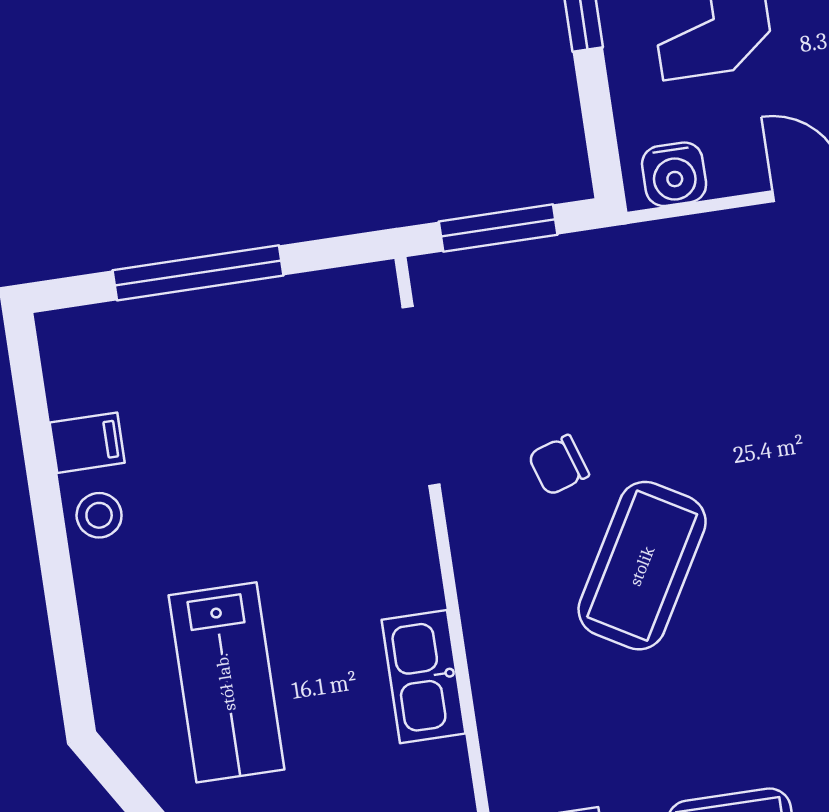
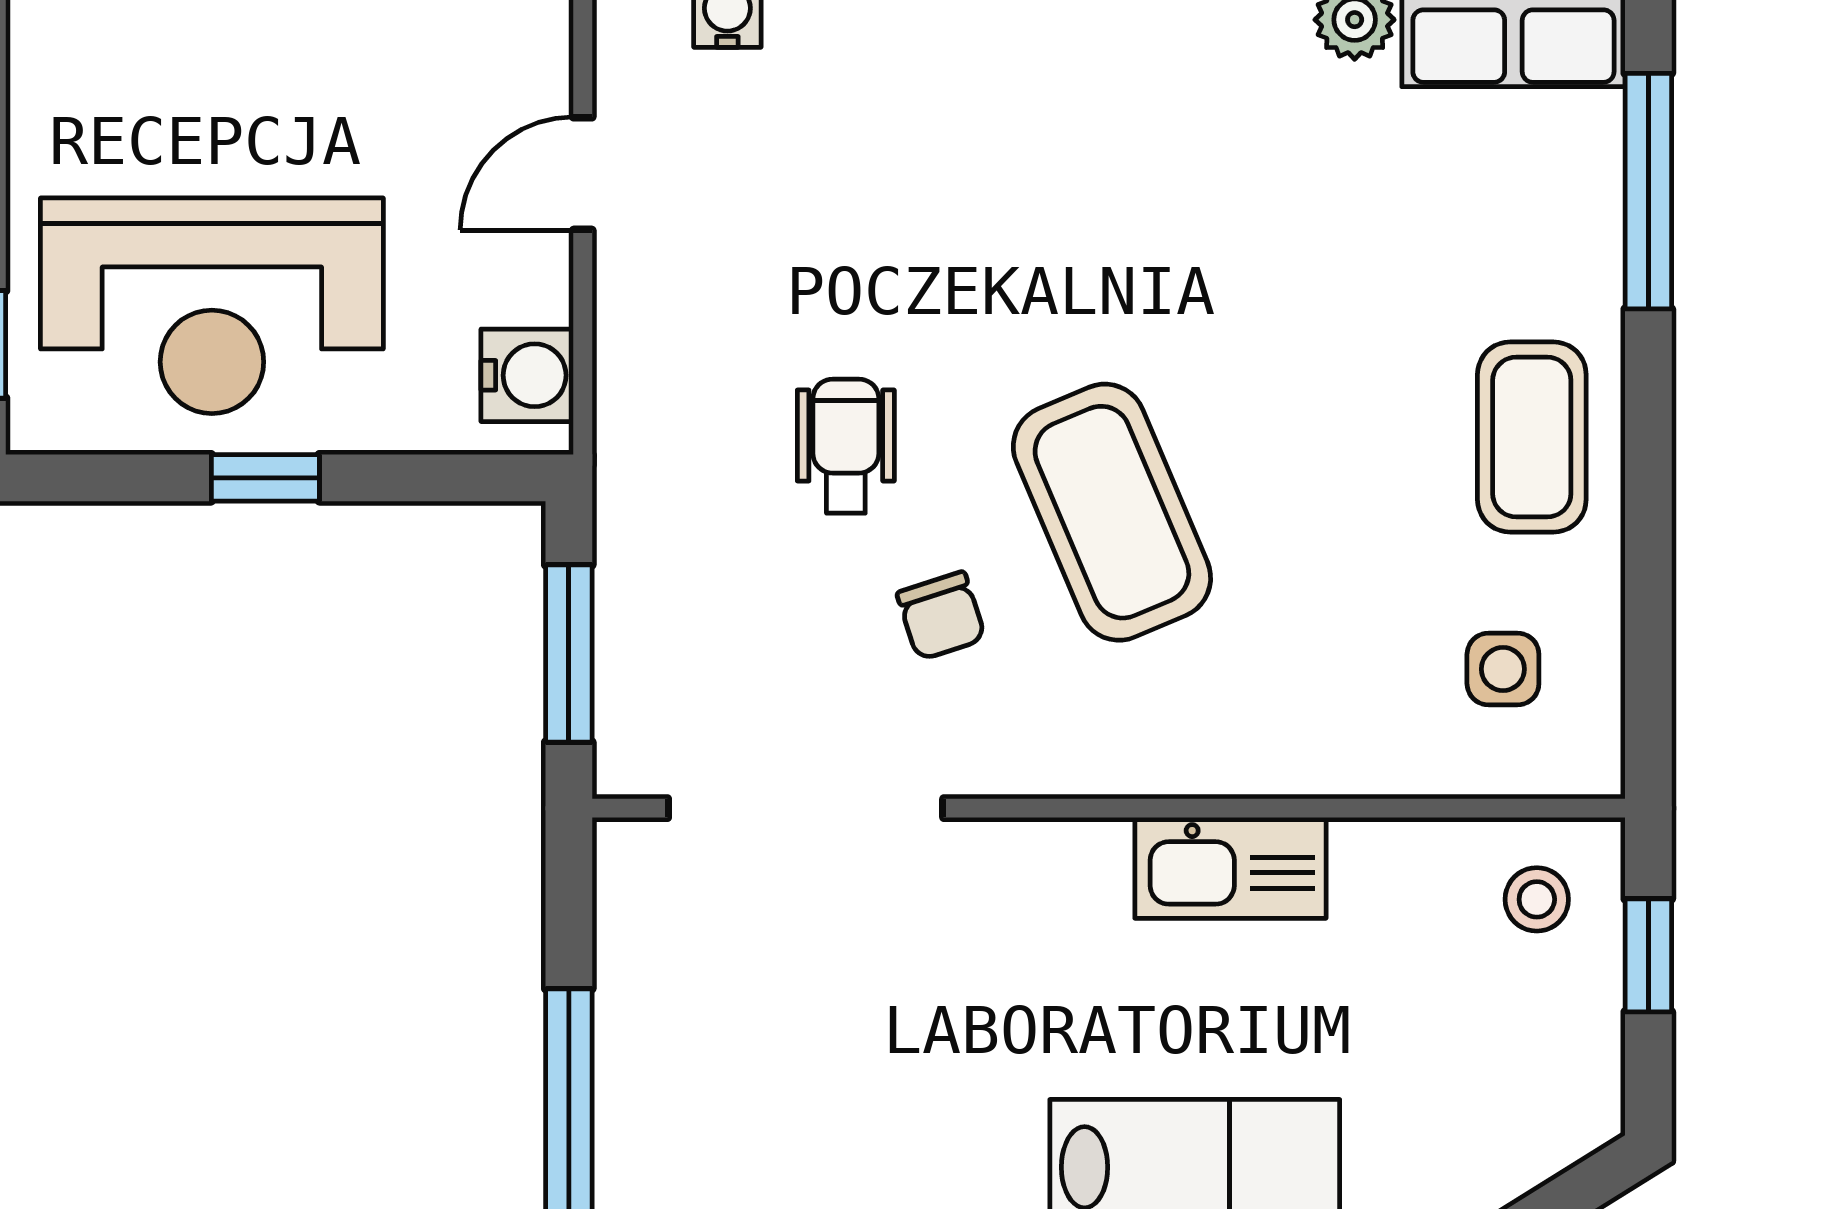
wheelchair: (659, 387) -> (846, 446), added
coffee table: (642, 566) -> (1112, 512), turned 37

